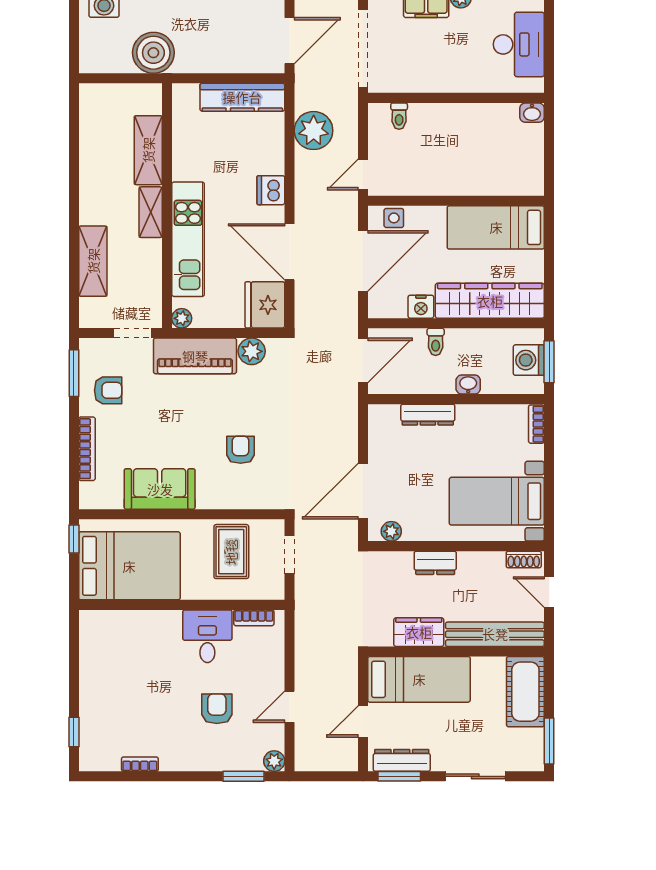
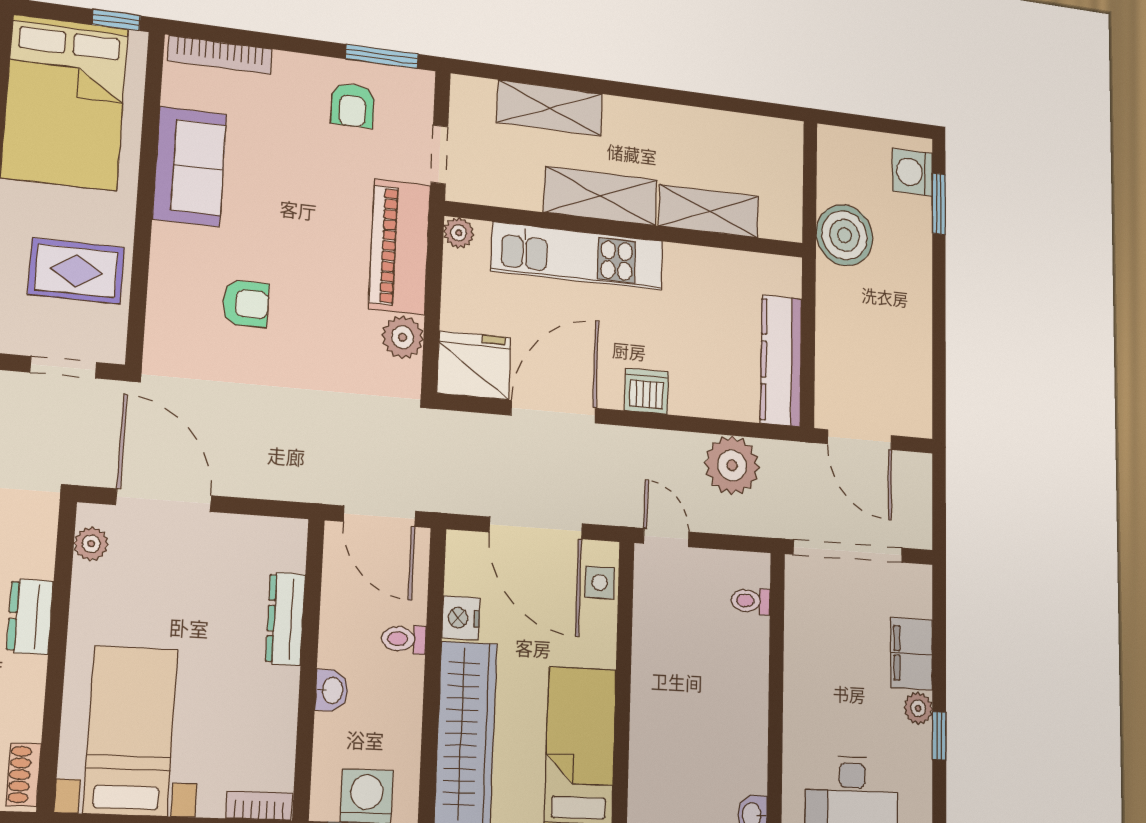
shelving: (151, 212) -> (601, 196), width x1.50, depth x1.33
bookcase: (87, 449) -> (220, 55), moved

